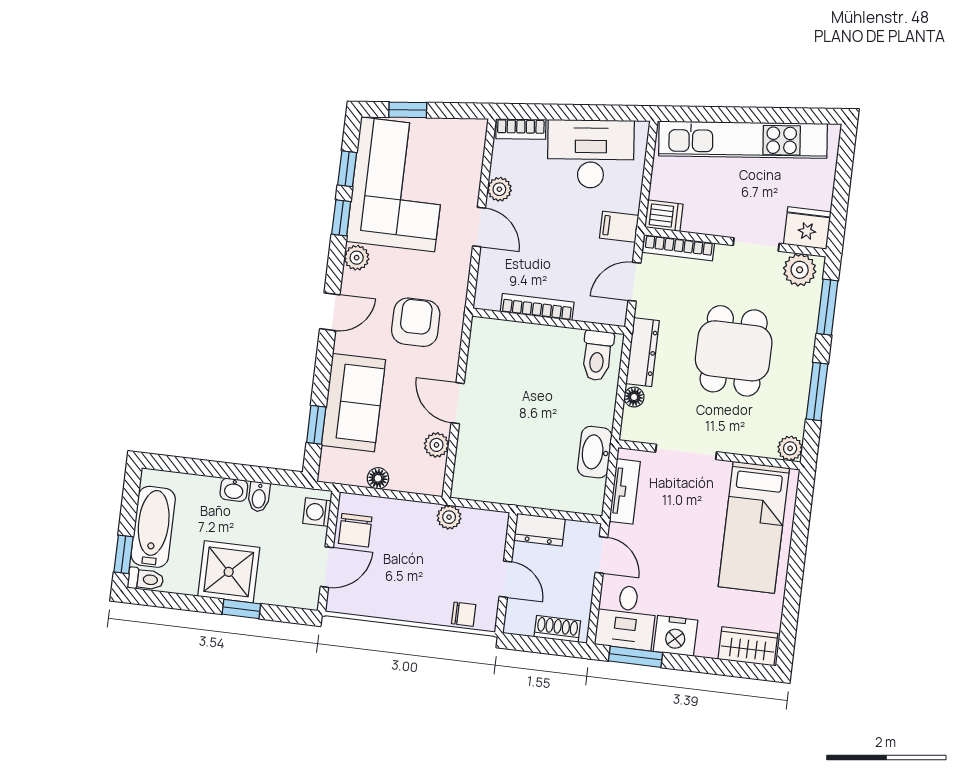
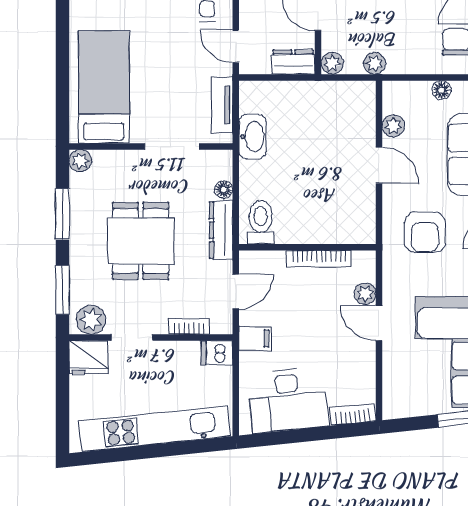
plant: (499, 189) -> (365, 294), moved
bookcase: (679, 248) -> (189, 326), width x0.64
plant: (496, 523) -> (332, 63), added

